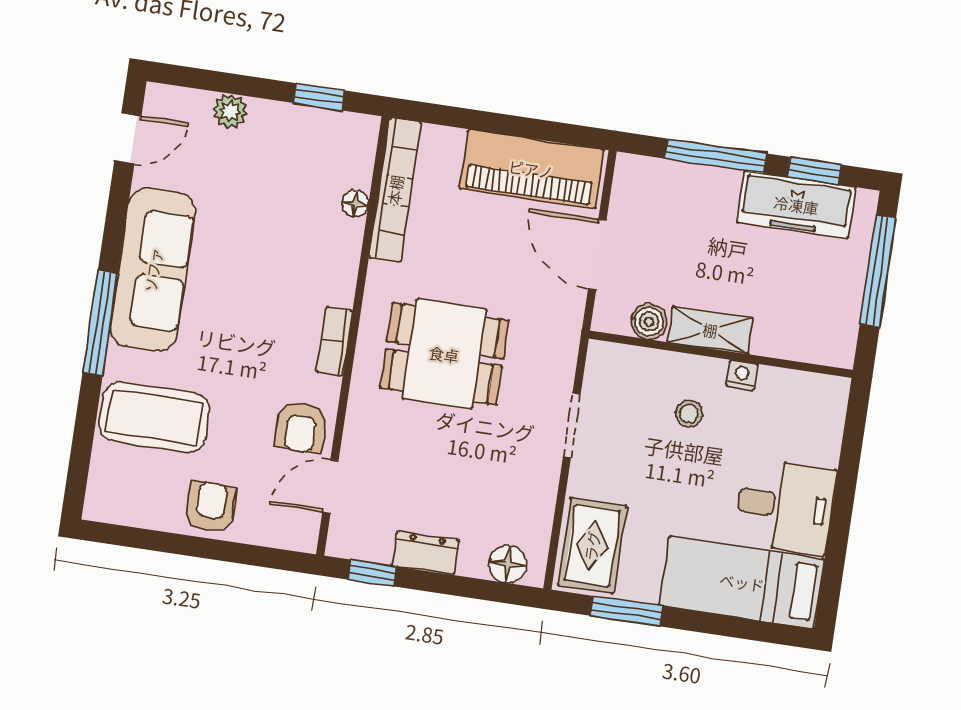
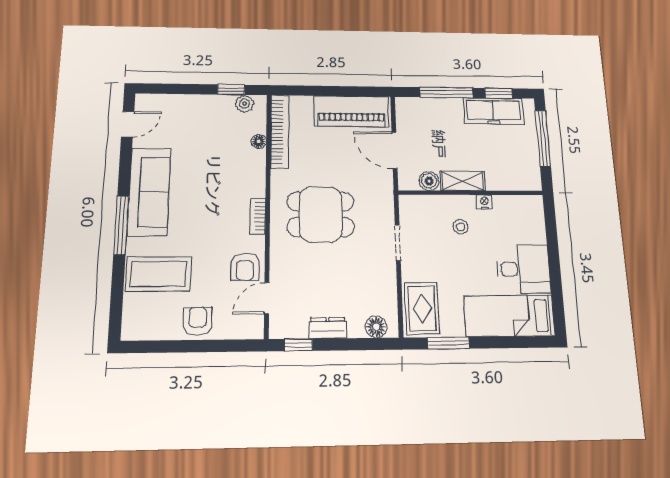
plant: (230, 111) -> (245, 104), moved

